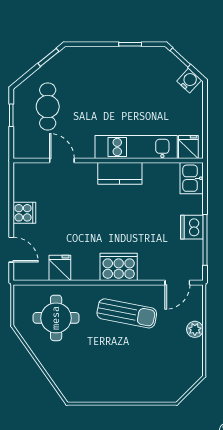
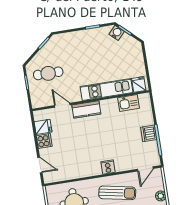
water cooler: (189, 81) -> (117, 33), moved
cafe table: (48, 107) -> (48, 73), turned 90
kitchen counter: (120, 173) -> (86, 109), moved
kitchen sink: (192, 178) -> (128, 103), moved, turned -90
cooker: (119, 267) -> (108, 167), width x0.53, depth x0.76
fridge: (60, 268) -> (43, 127), moved, turned 90

